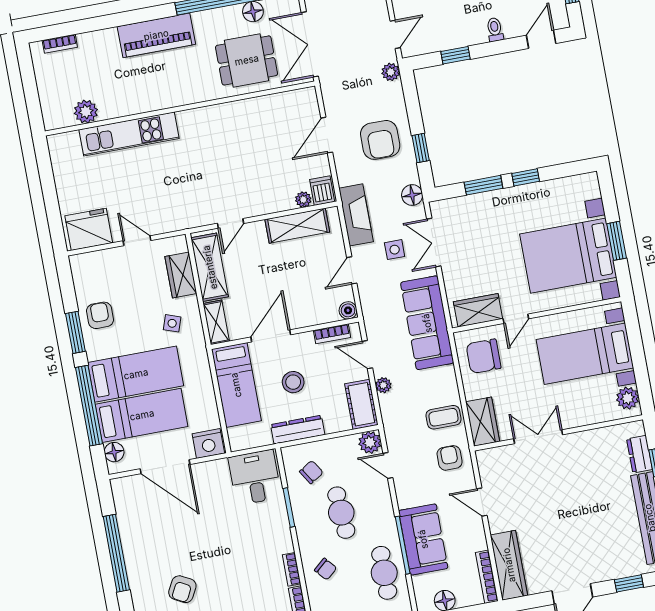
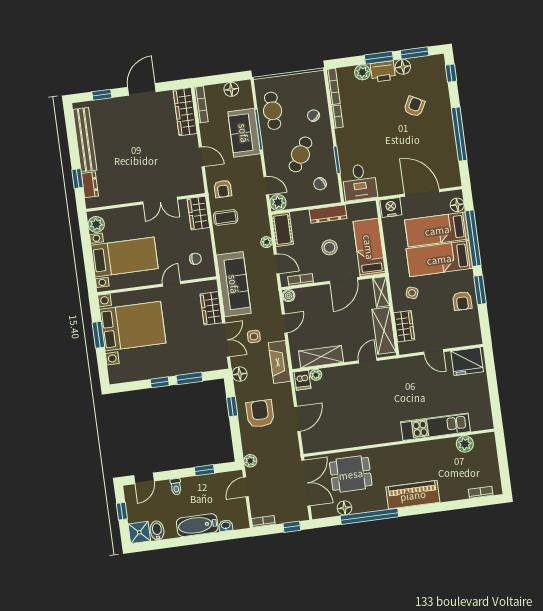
wardrobe: (478, 310) -> (211, 308), moved, turned 90
chair: (484, 356) -> (195, 259), width x0.54, depth x0.54
cafe table: (341, 513) -> (300, 154), turned 35

